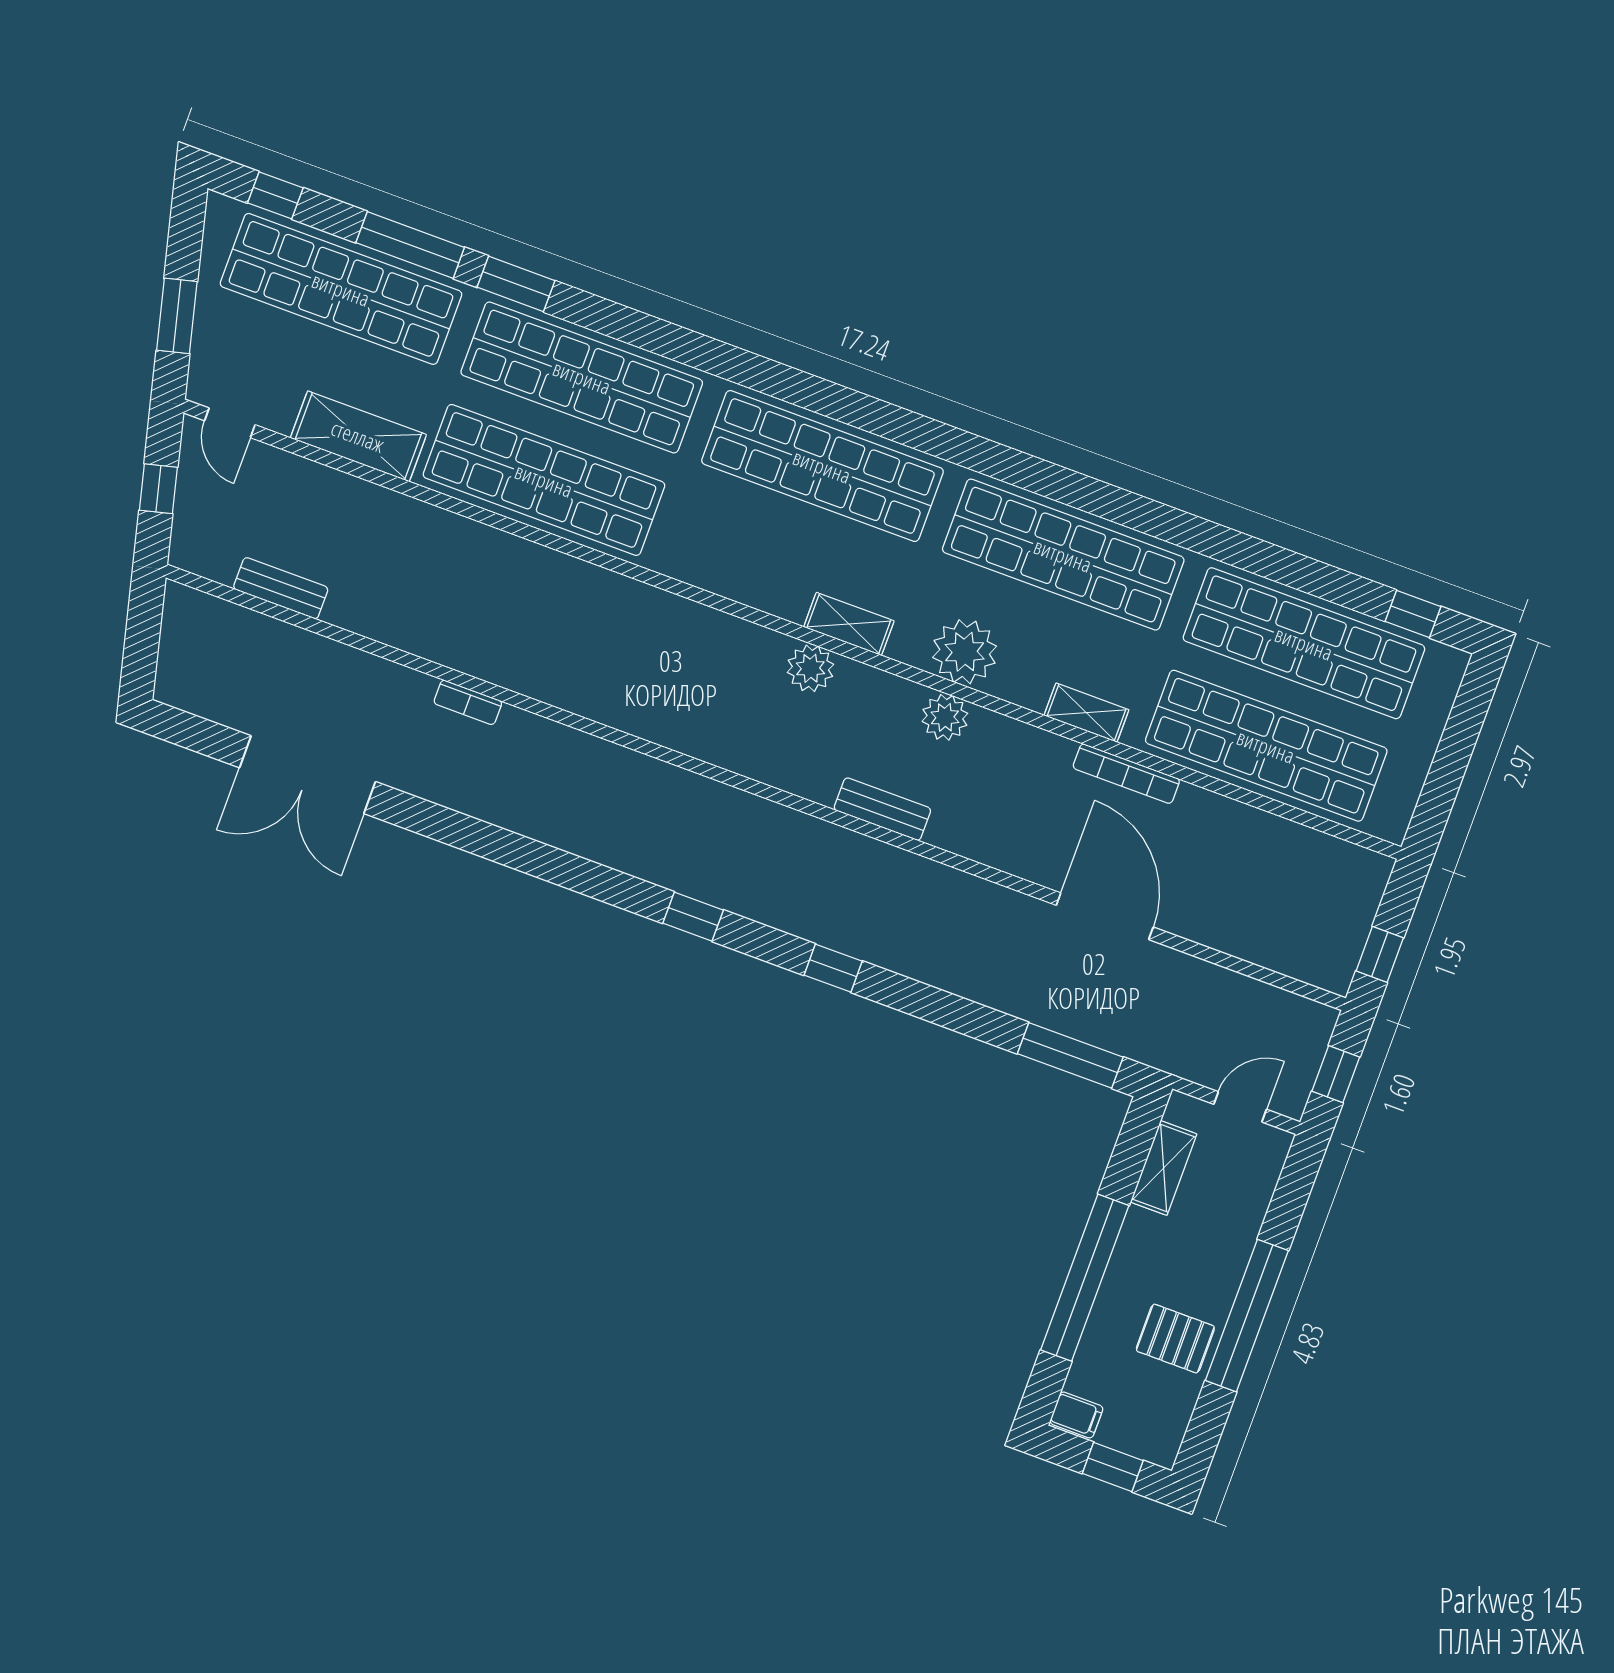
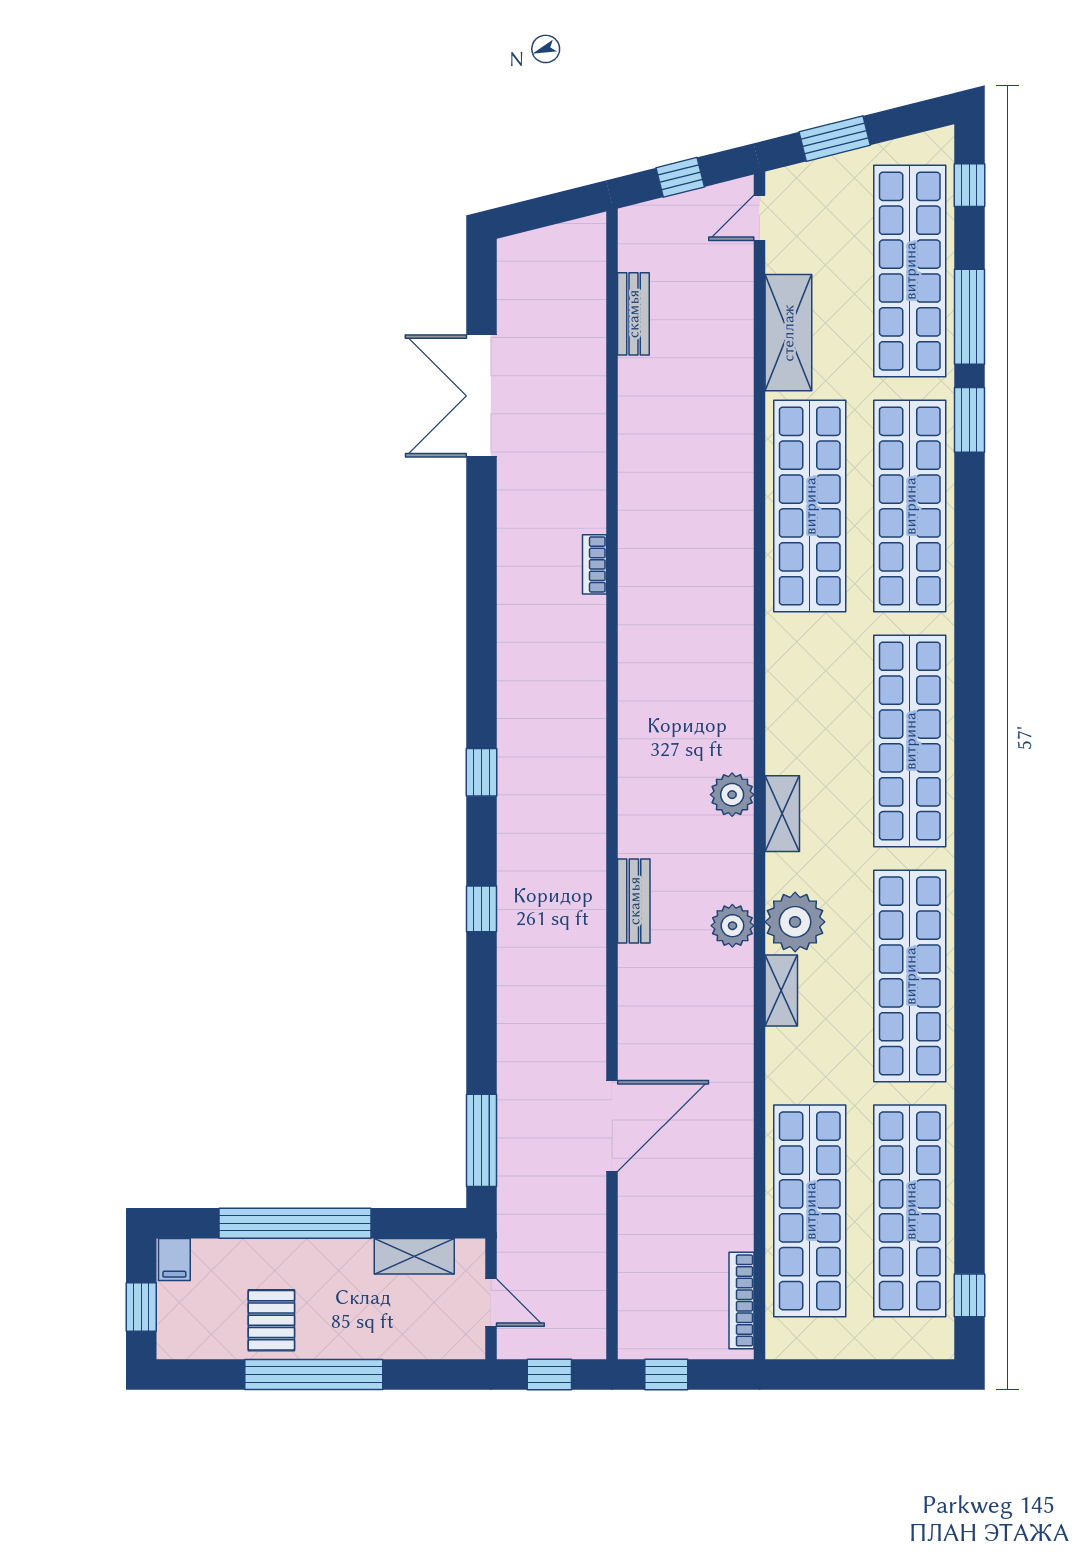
bookcase: (468, 702) -> (594, 564), moved
shelving: (1086, 713) -> (781, 990), moved
bookcase: (1126, 774) -> (741, 1300), moved

